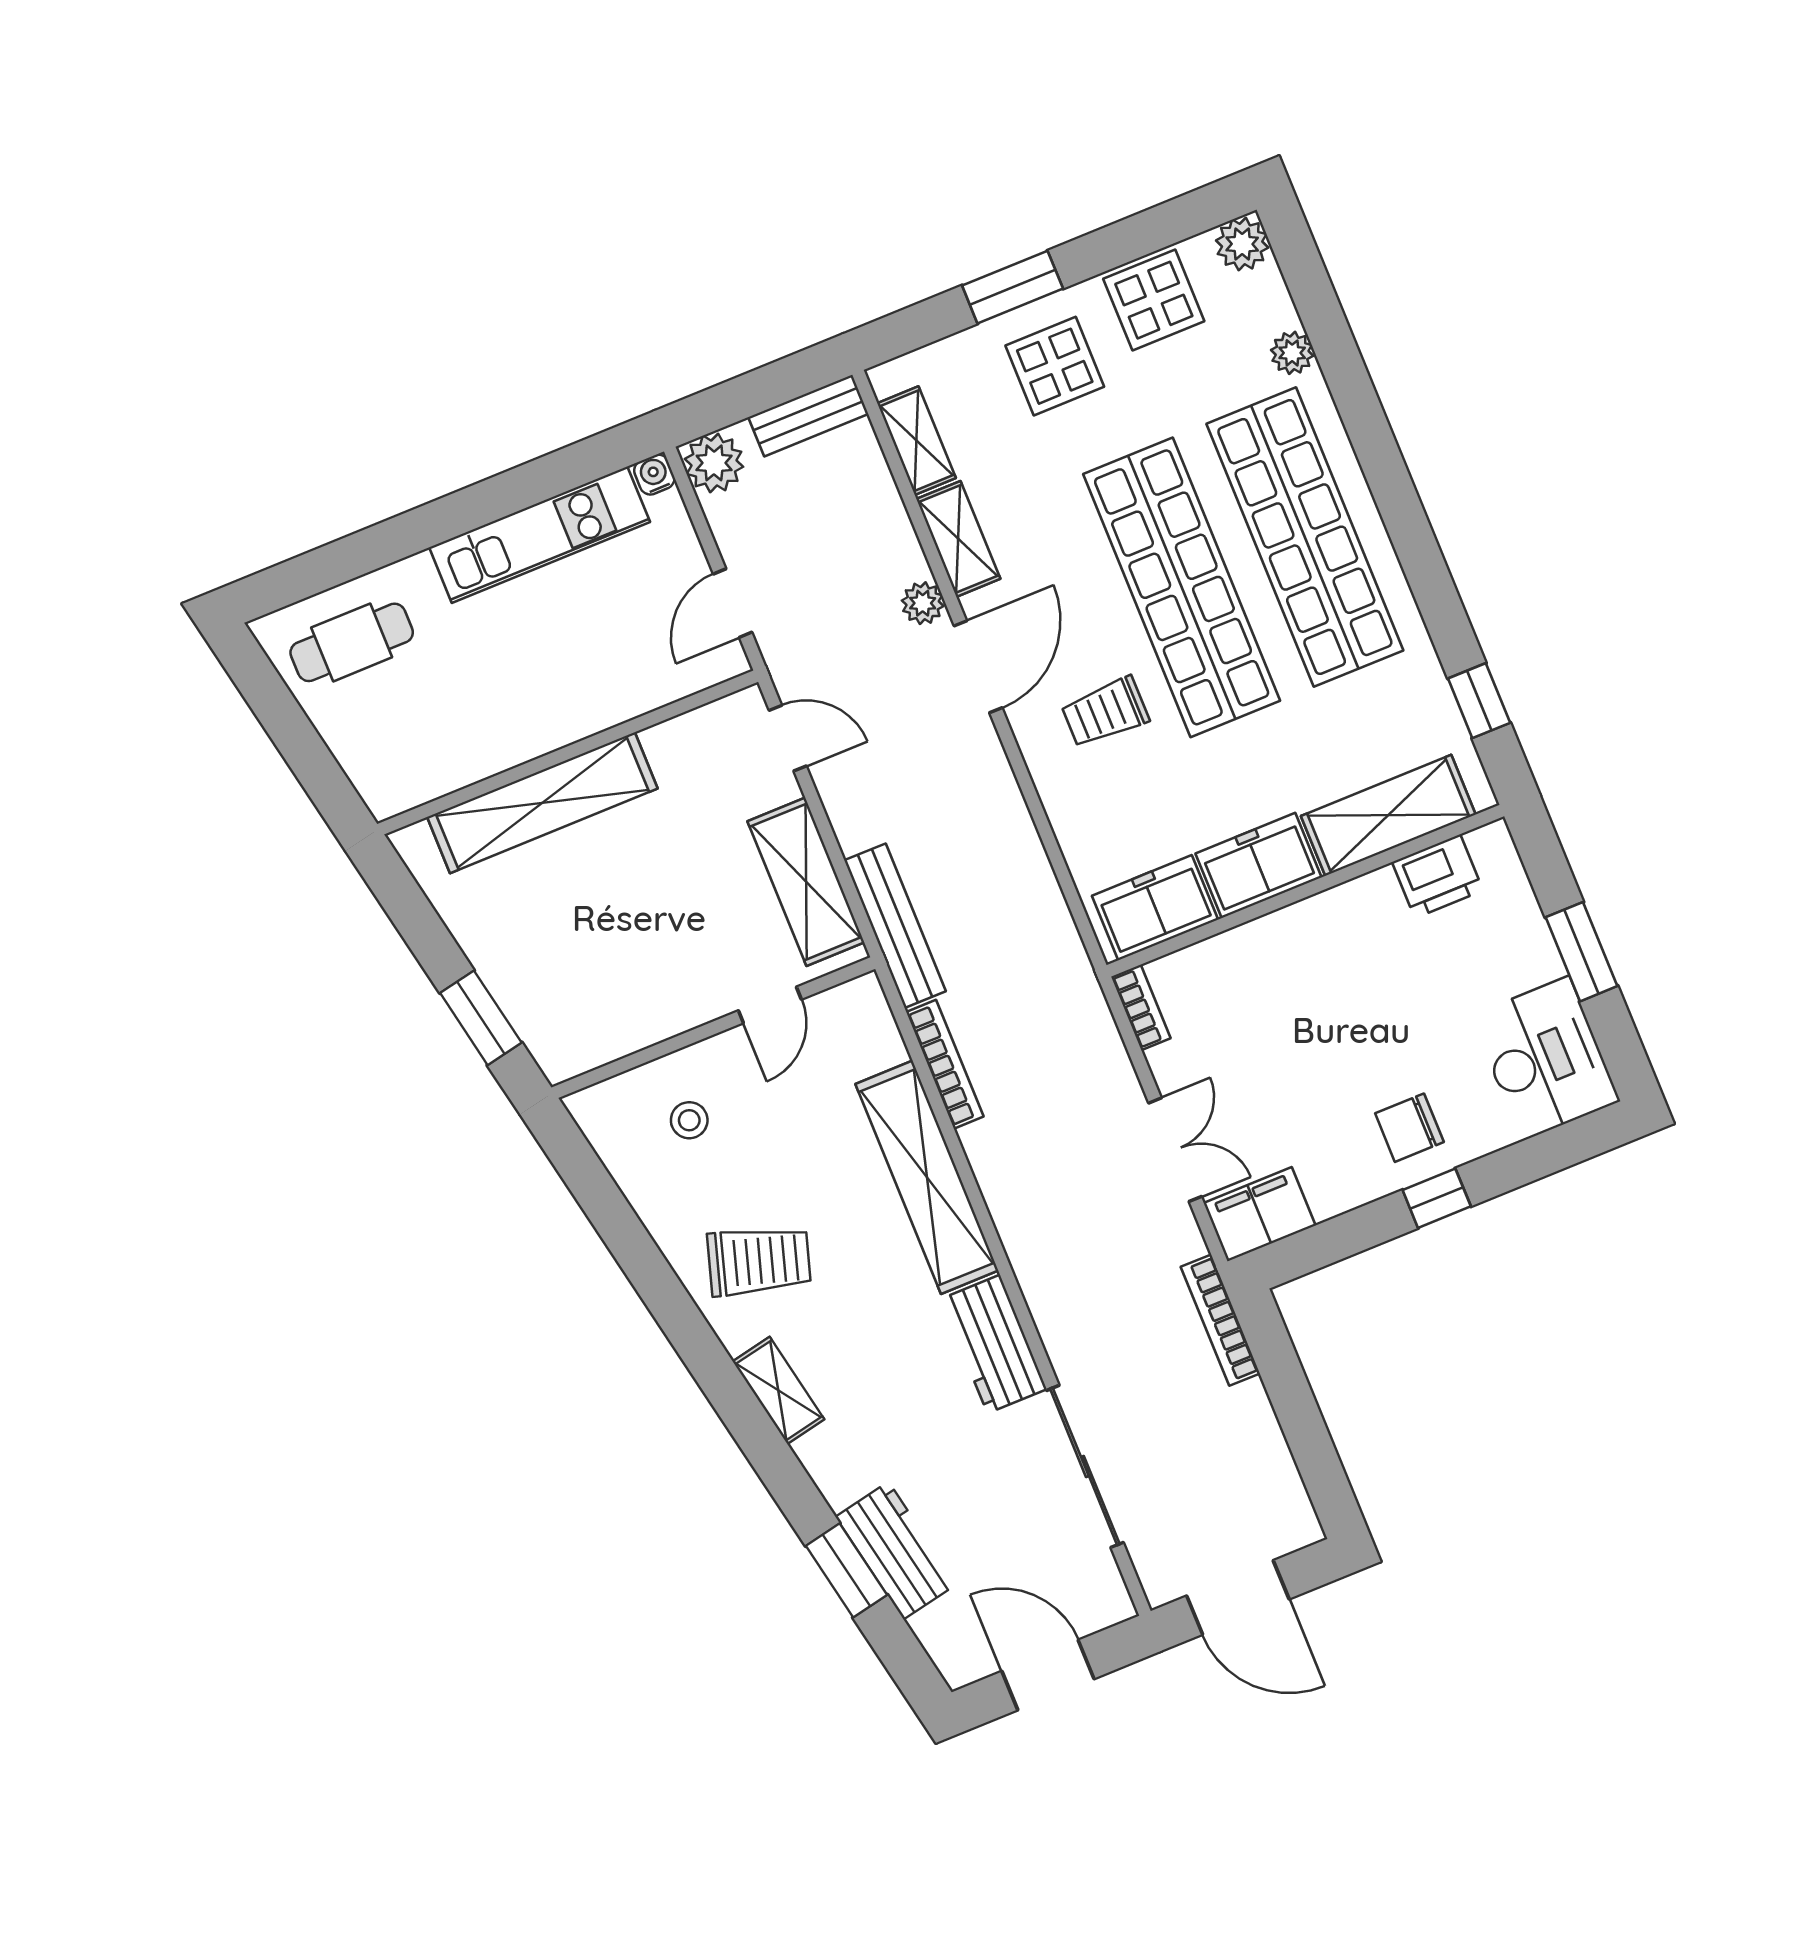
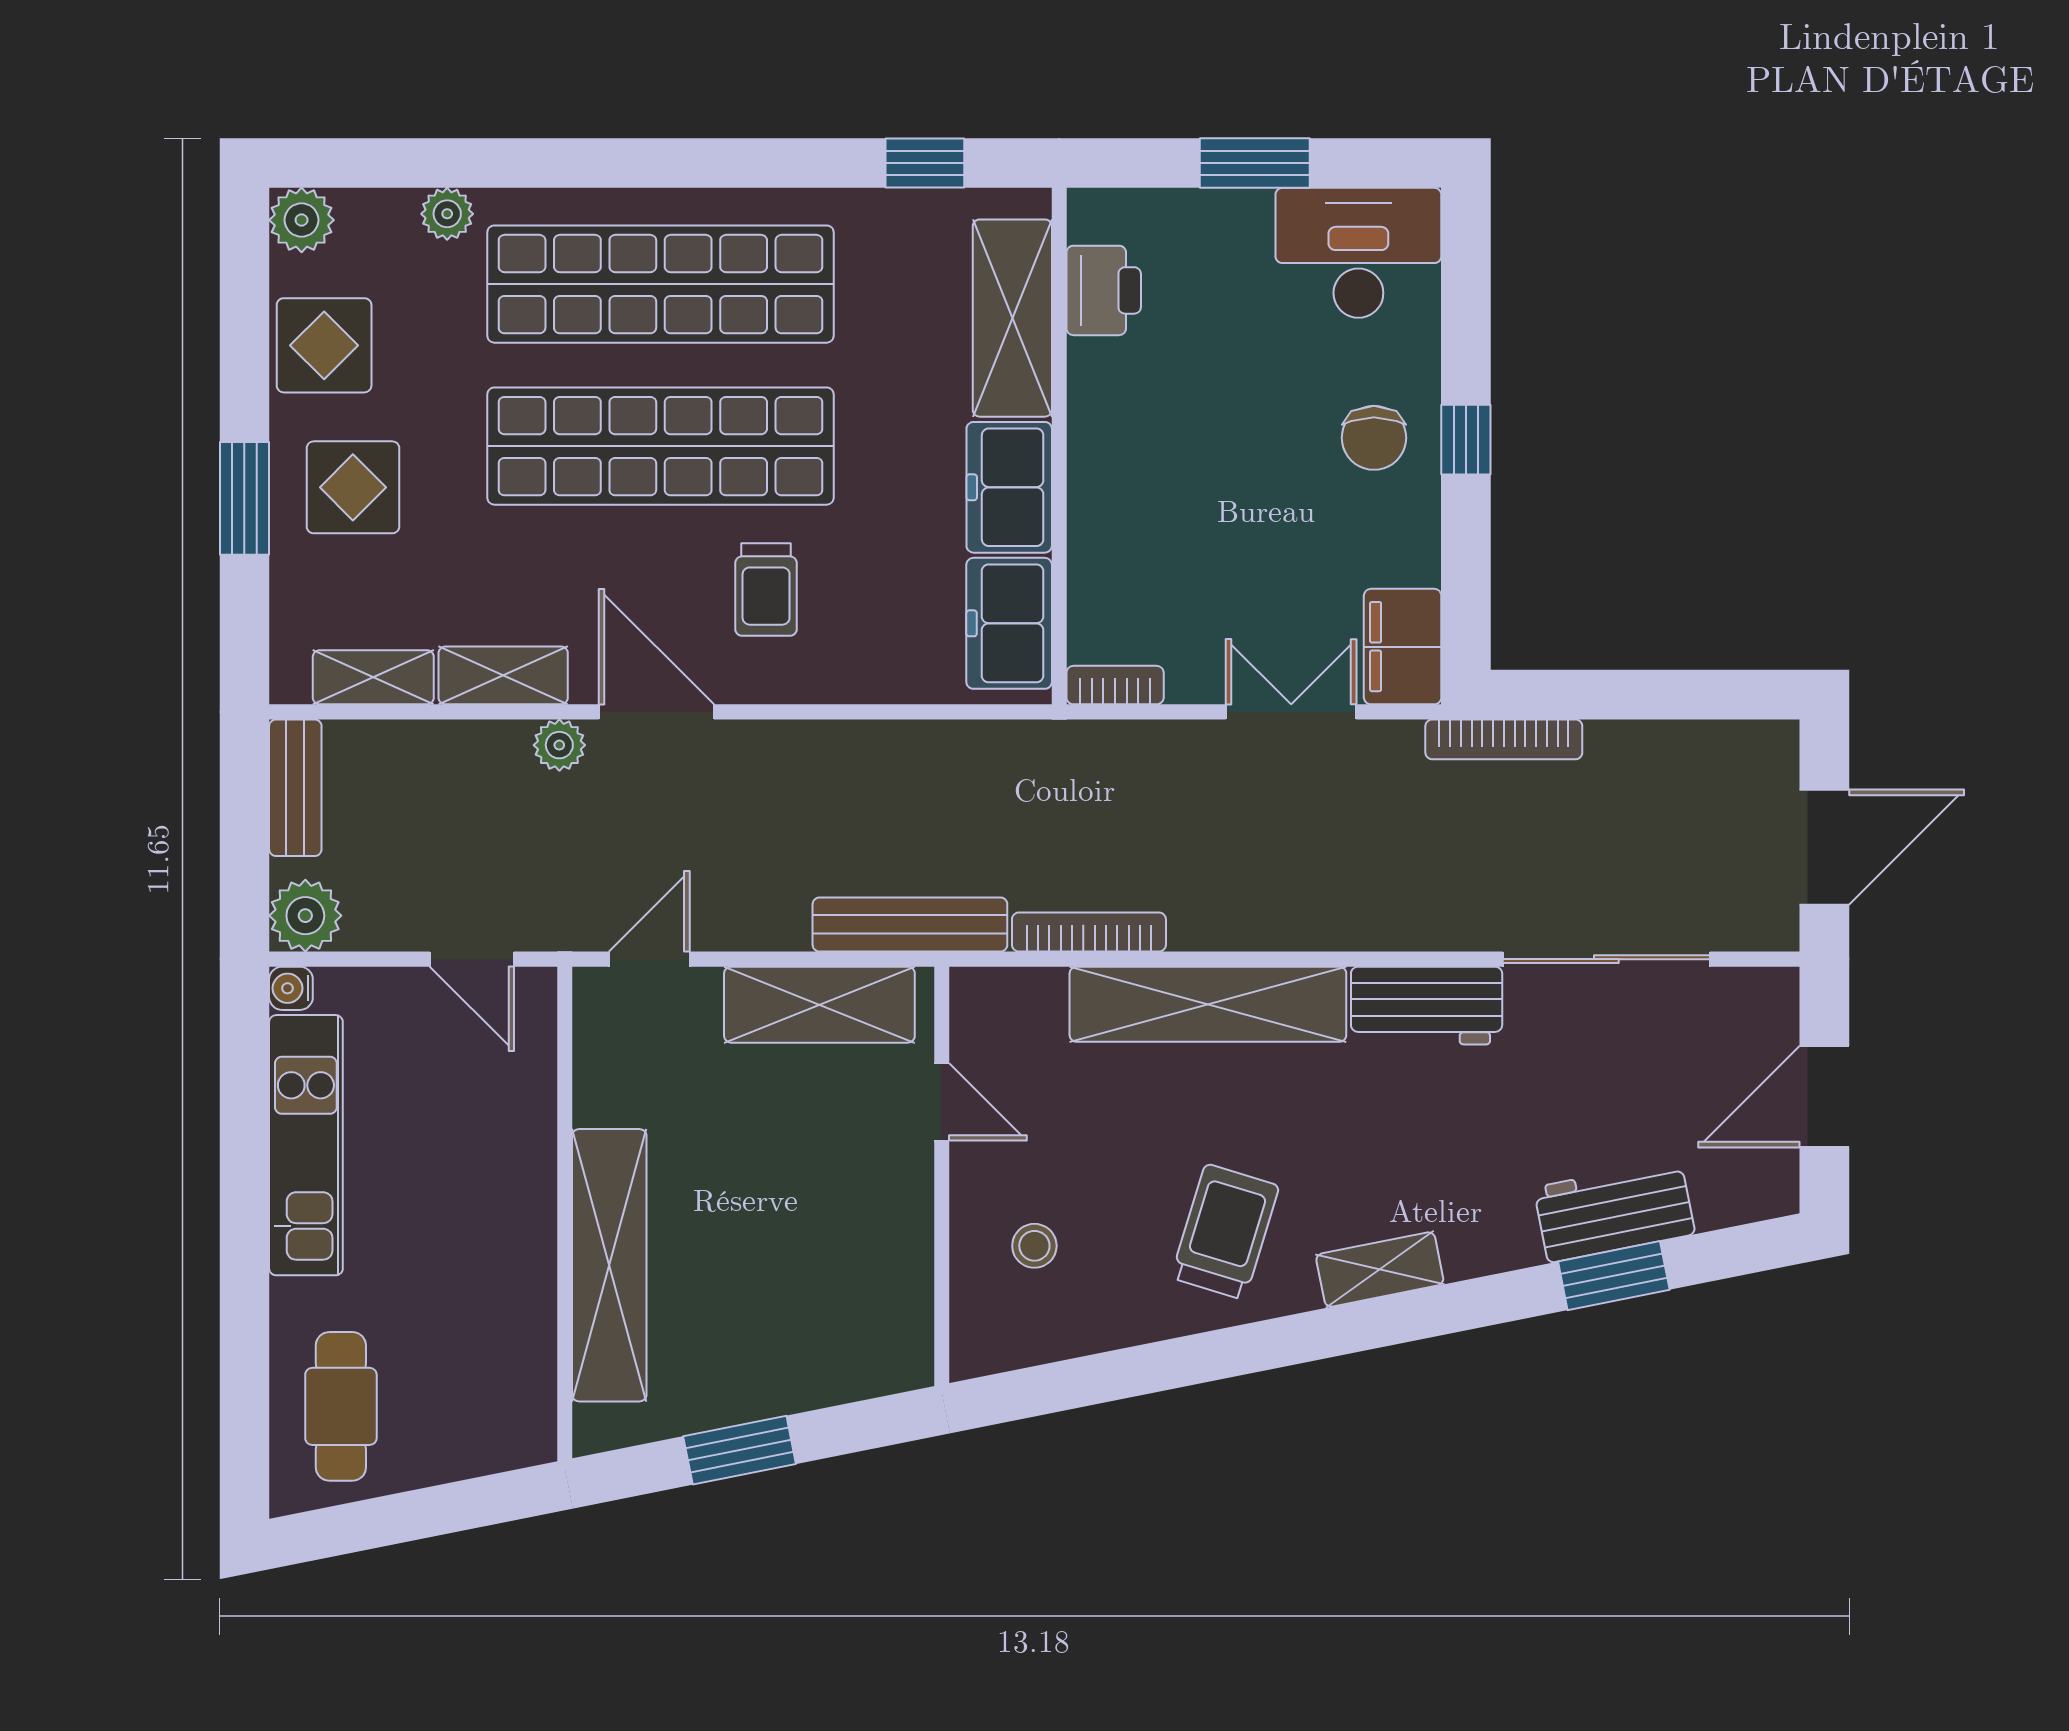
window: (481, 1018) -> (740, 1450), moved

